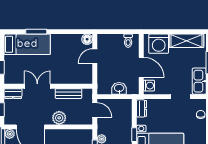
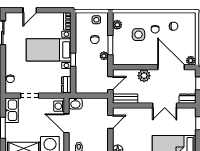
door: (95, 56) -> (110, 122), moved
washbasin: (119, 88) -> (75, 104), moved
bench: (69, 94) -> (125, 99), moved
door: (95, 110) -> (110, 83), swing flipped

